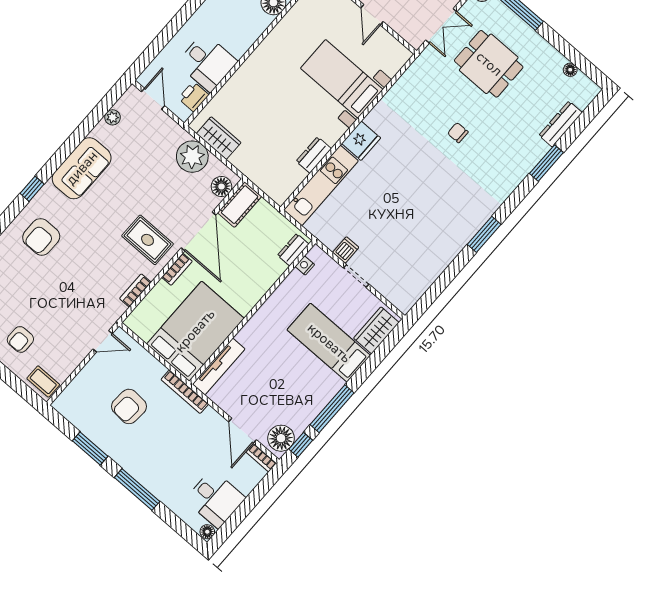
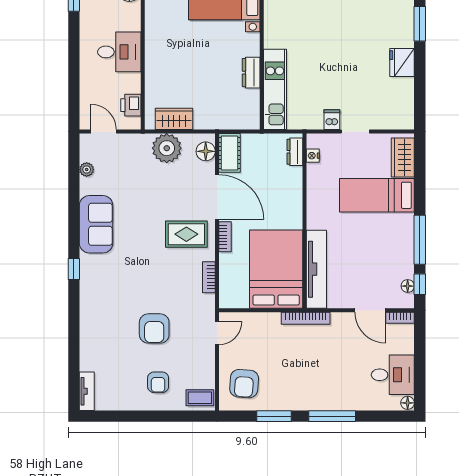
desk: (207, 62) -> (119, 52), moved
fridge: (361, 141) -> (402, 62), moved, turned 180
armchair: (41, 237) -> (154, 328), moved
tv unit: (219, 366) -> (316, 269), width x1.36, depth x1.29
armchair: (129, 406) -> (244, 384), moved
floor lamp: (281, 438) -> (408, 286), width x0.53, depth x0.53

